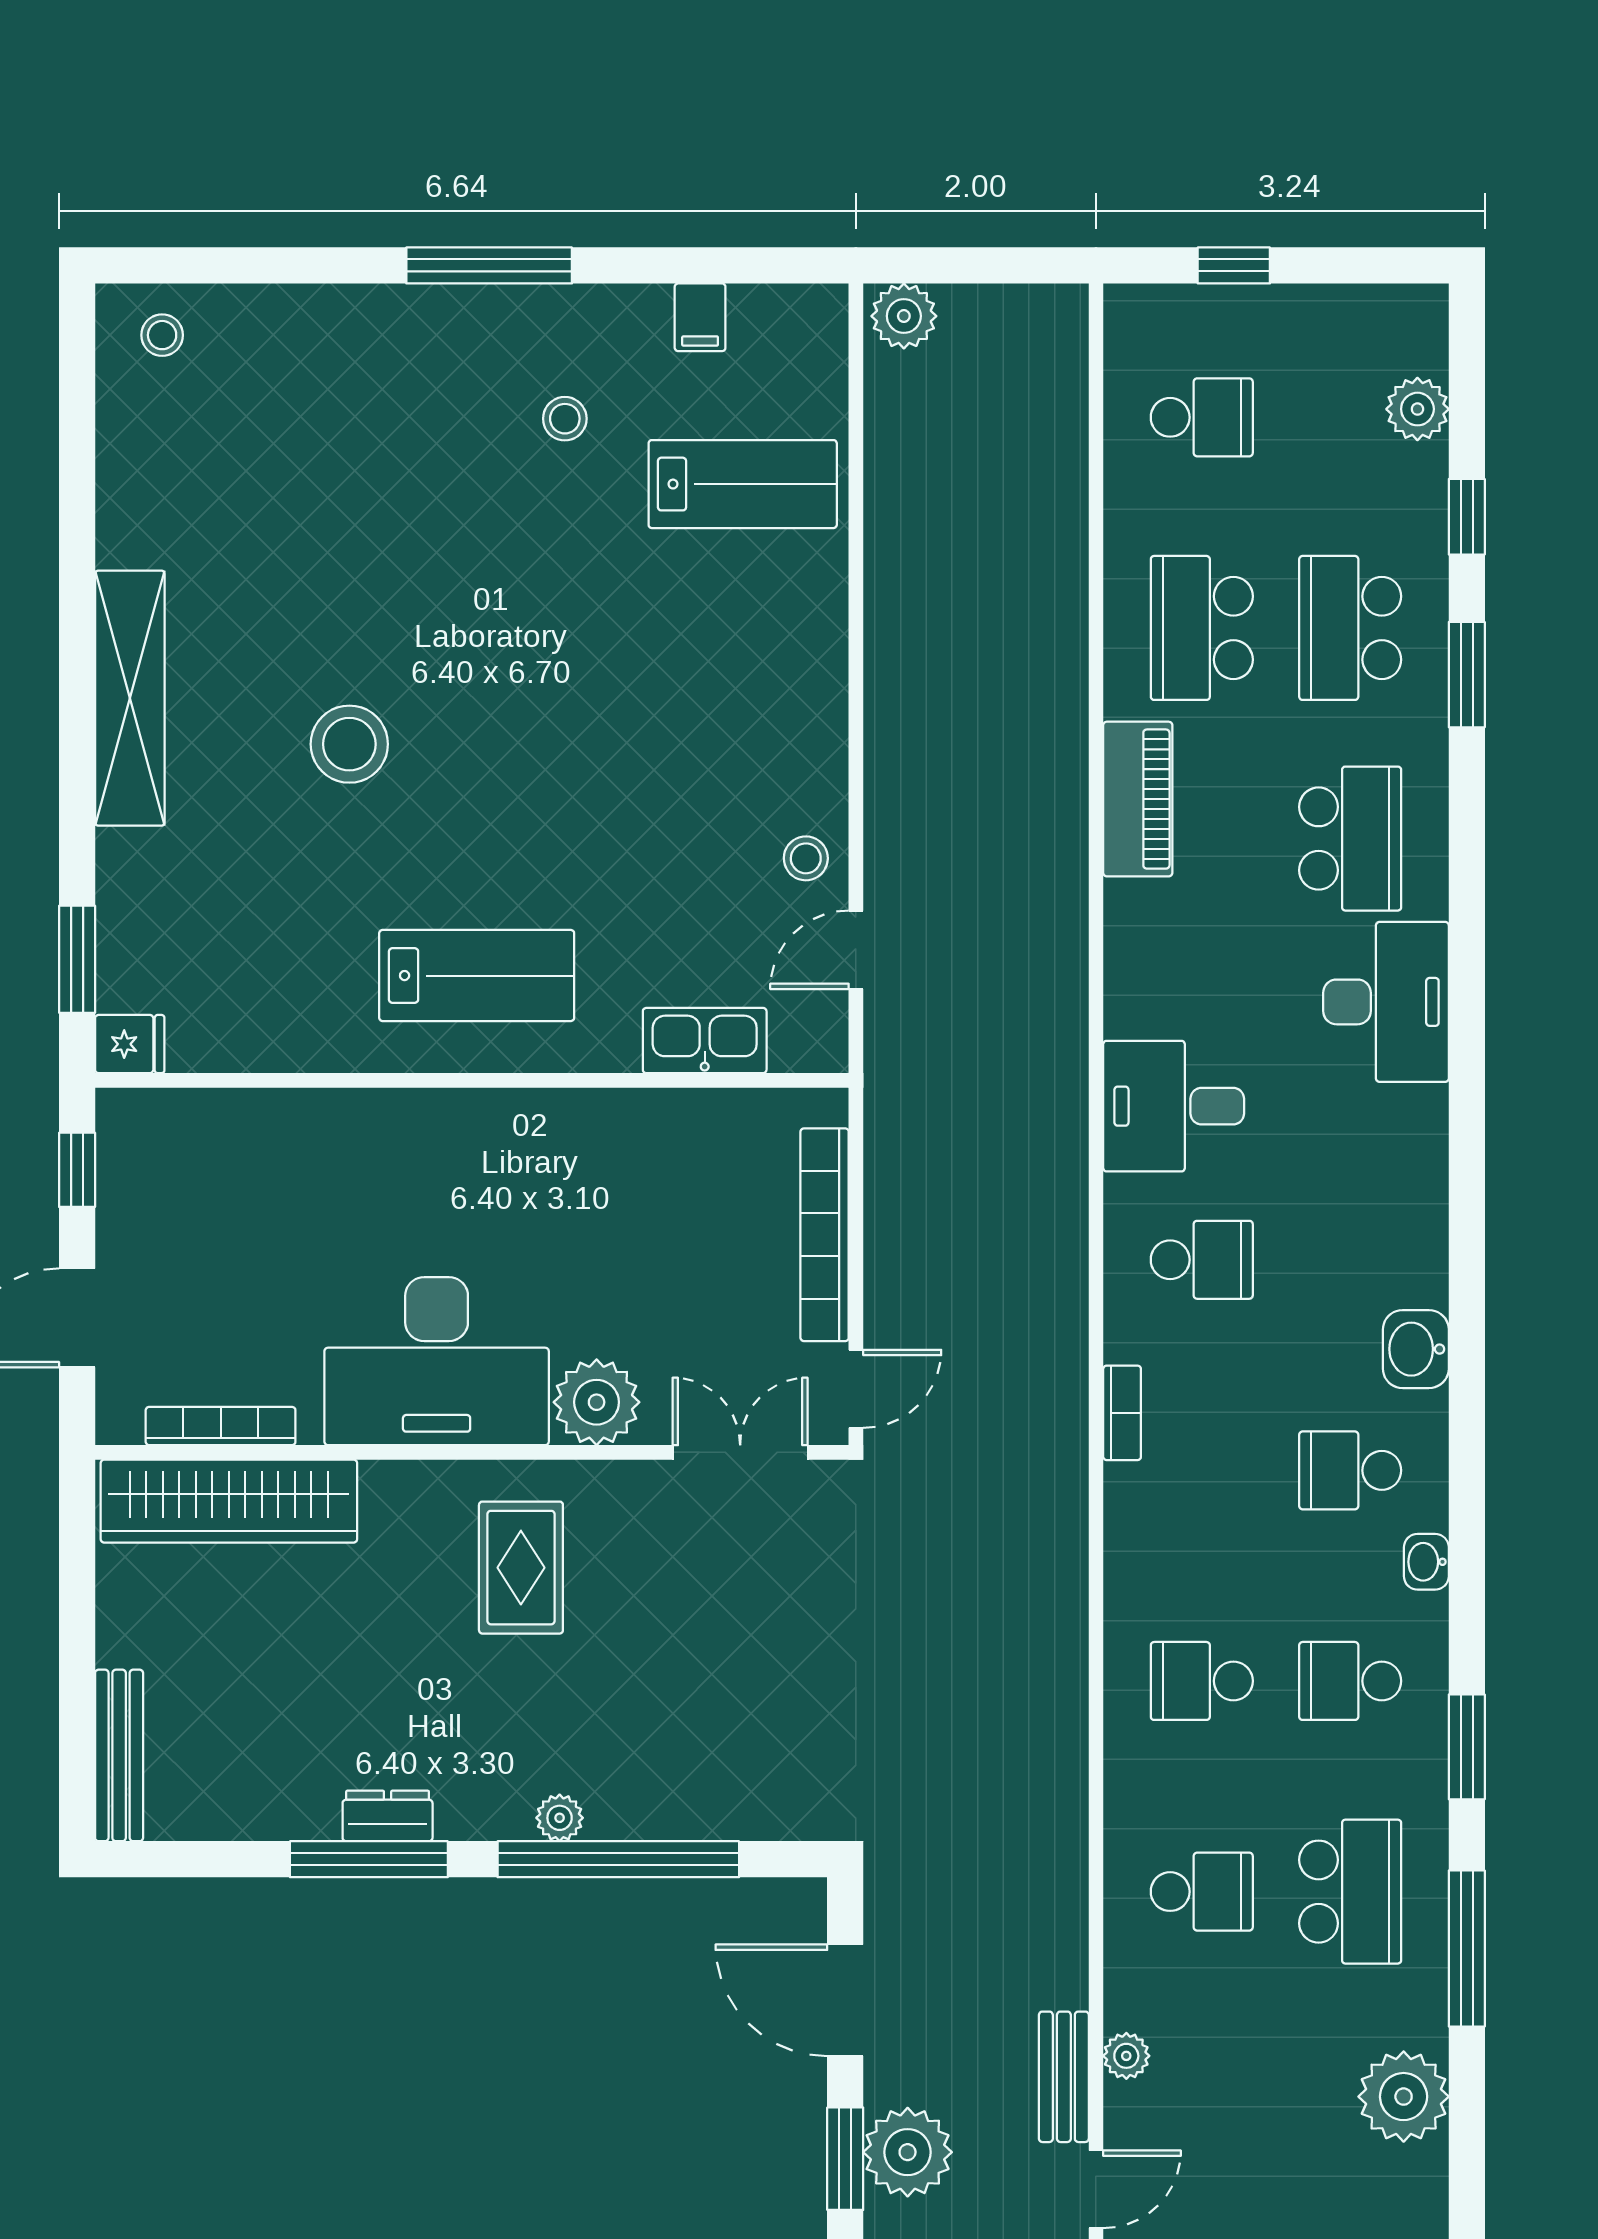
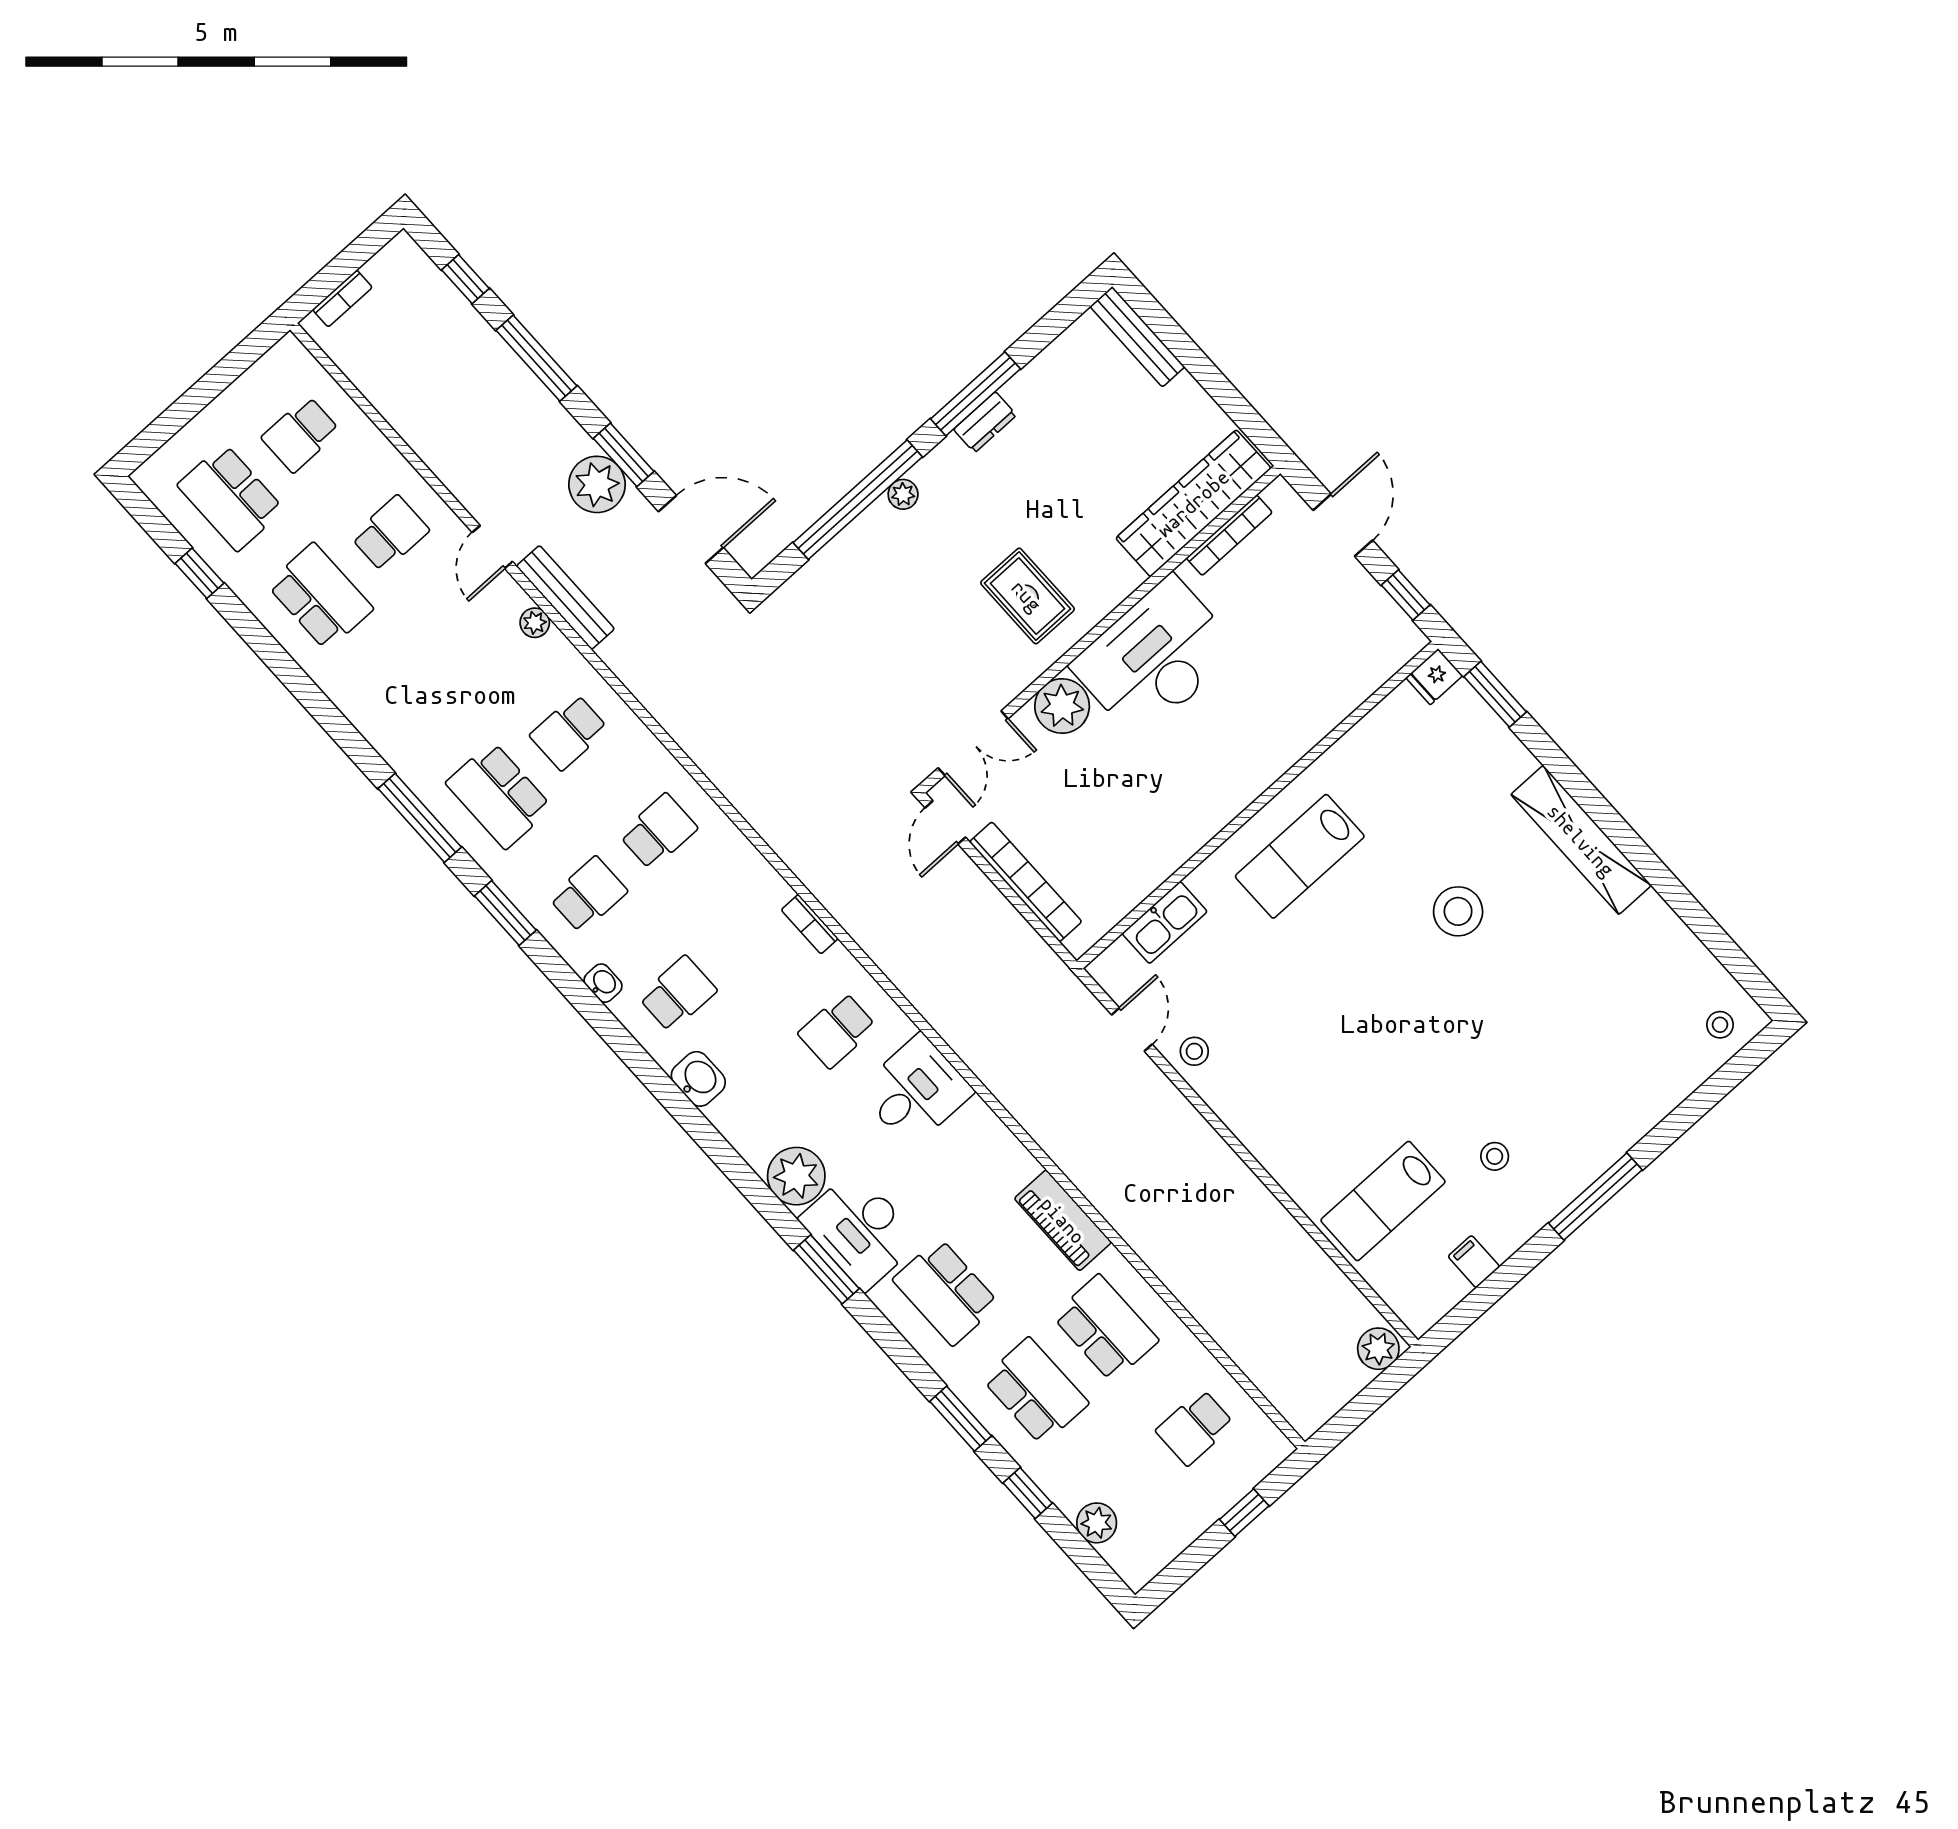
window: (1467, 991) -> (826, 1269), added
bench: (1064, 2077) -> (565, 597), width x1.36
plant: (1404, 2097) -> (796, 1176), moved

